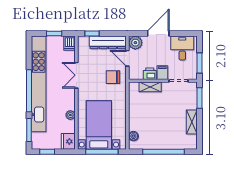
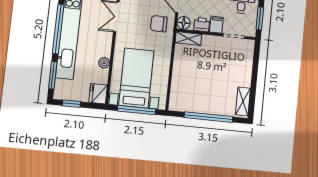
floor lamp: (134, 74) -> (184, 23), added
shelving: (150, 87) -> (188, 38), moved
window: (200, 98) -> (256, 59), removed
shelving: (192, 122) -> (243, 101), moved
boiler: (133, 136) -> (175, 95), removed

